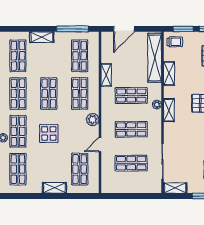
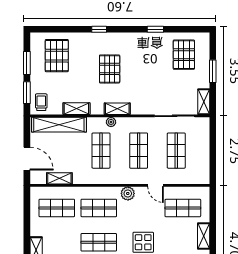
window: (72, 29) -> (27, 216), removed
shelving: (106, 75) -> (59, 178), moved

